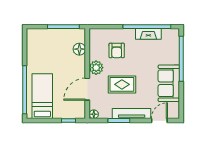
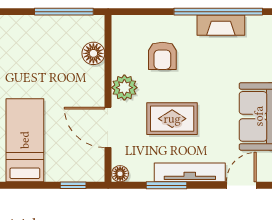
door: (87, 89) -> (108, 127), hinge flipped

